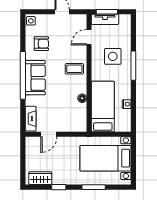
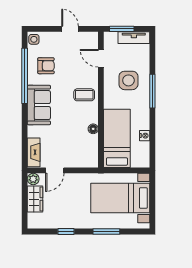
tv unit: (105, 19) -> (134, 38), moved
door: (89, 37) -> (101, 58), hinge flipped
window: (23, 75) -> (25, 76), moved
plant: (30, 142) -> (33, 179), added
wardrobe: (40, 178) -> (35, 199), moved, turned 90

